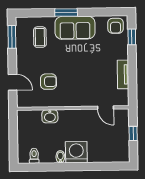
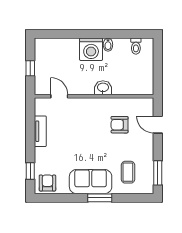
washbasin: (50, 116) -> (103, 88), moved

